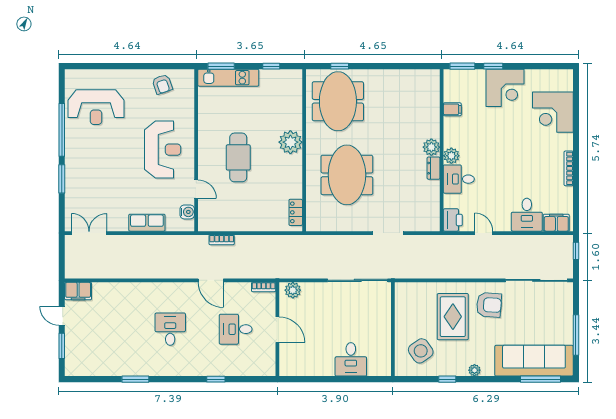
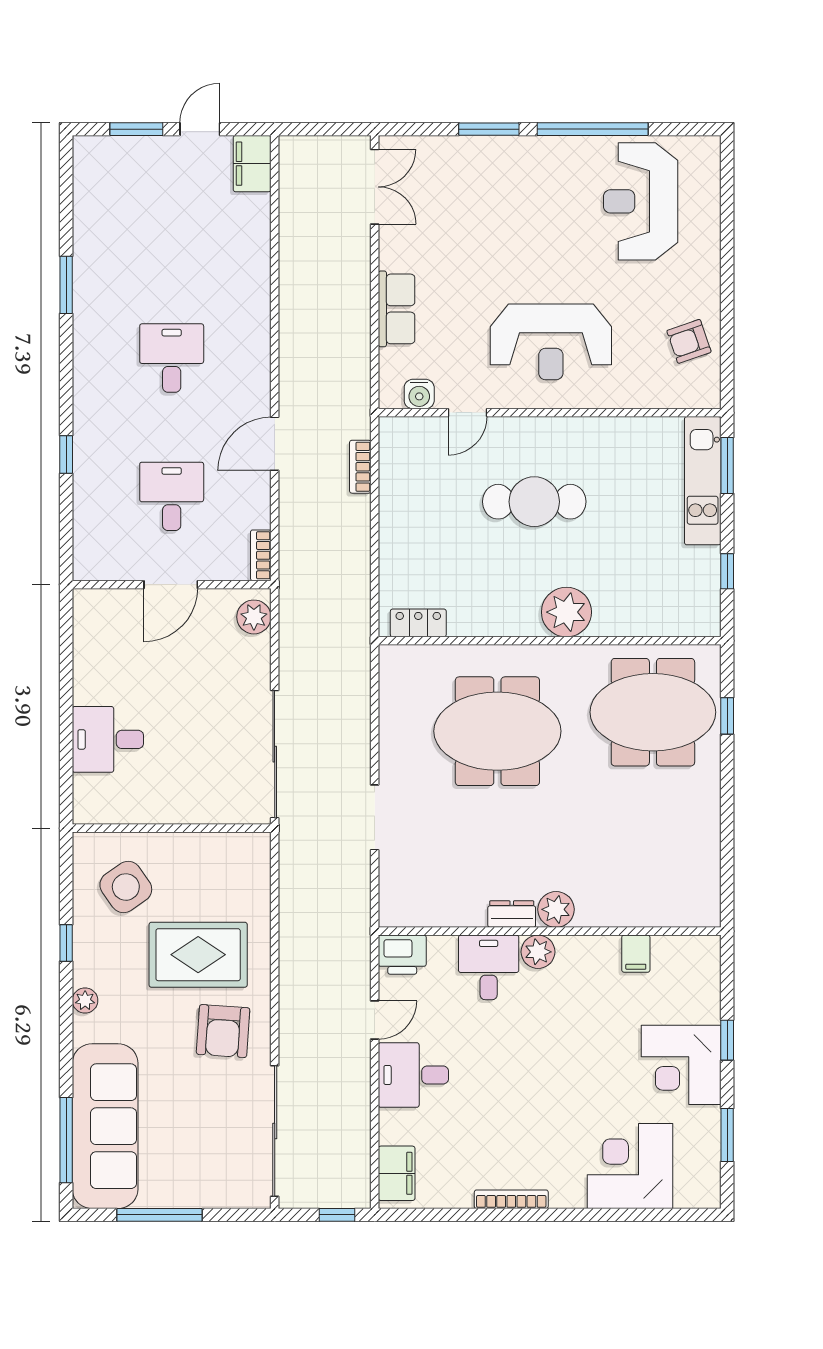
window: (462, 66) -> (727, 1135), moved
desk: (527, 215) -> (413, 1075), moved
desk: (170, 329) -> (172, 358), turned -90

